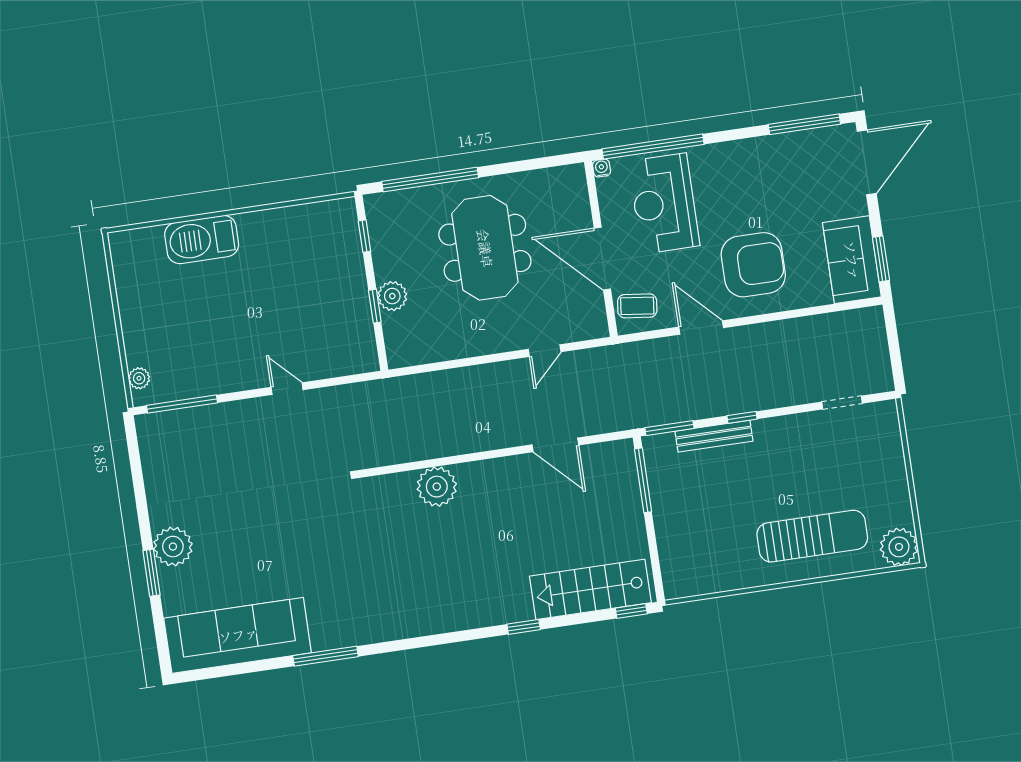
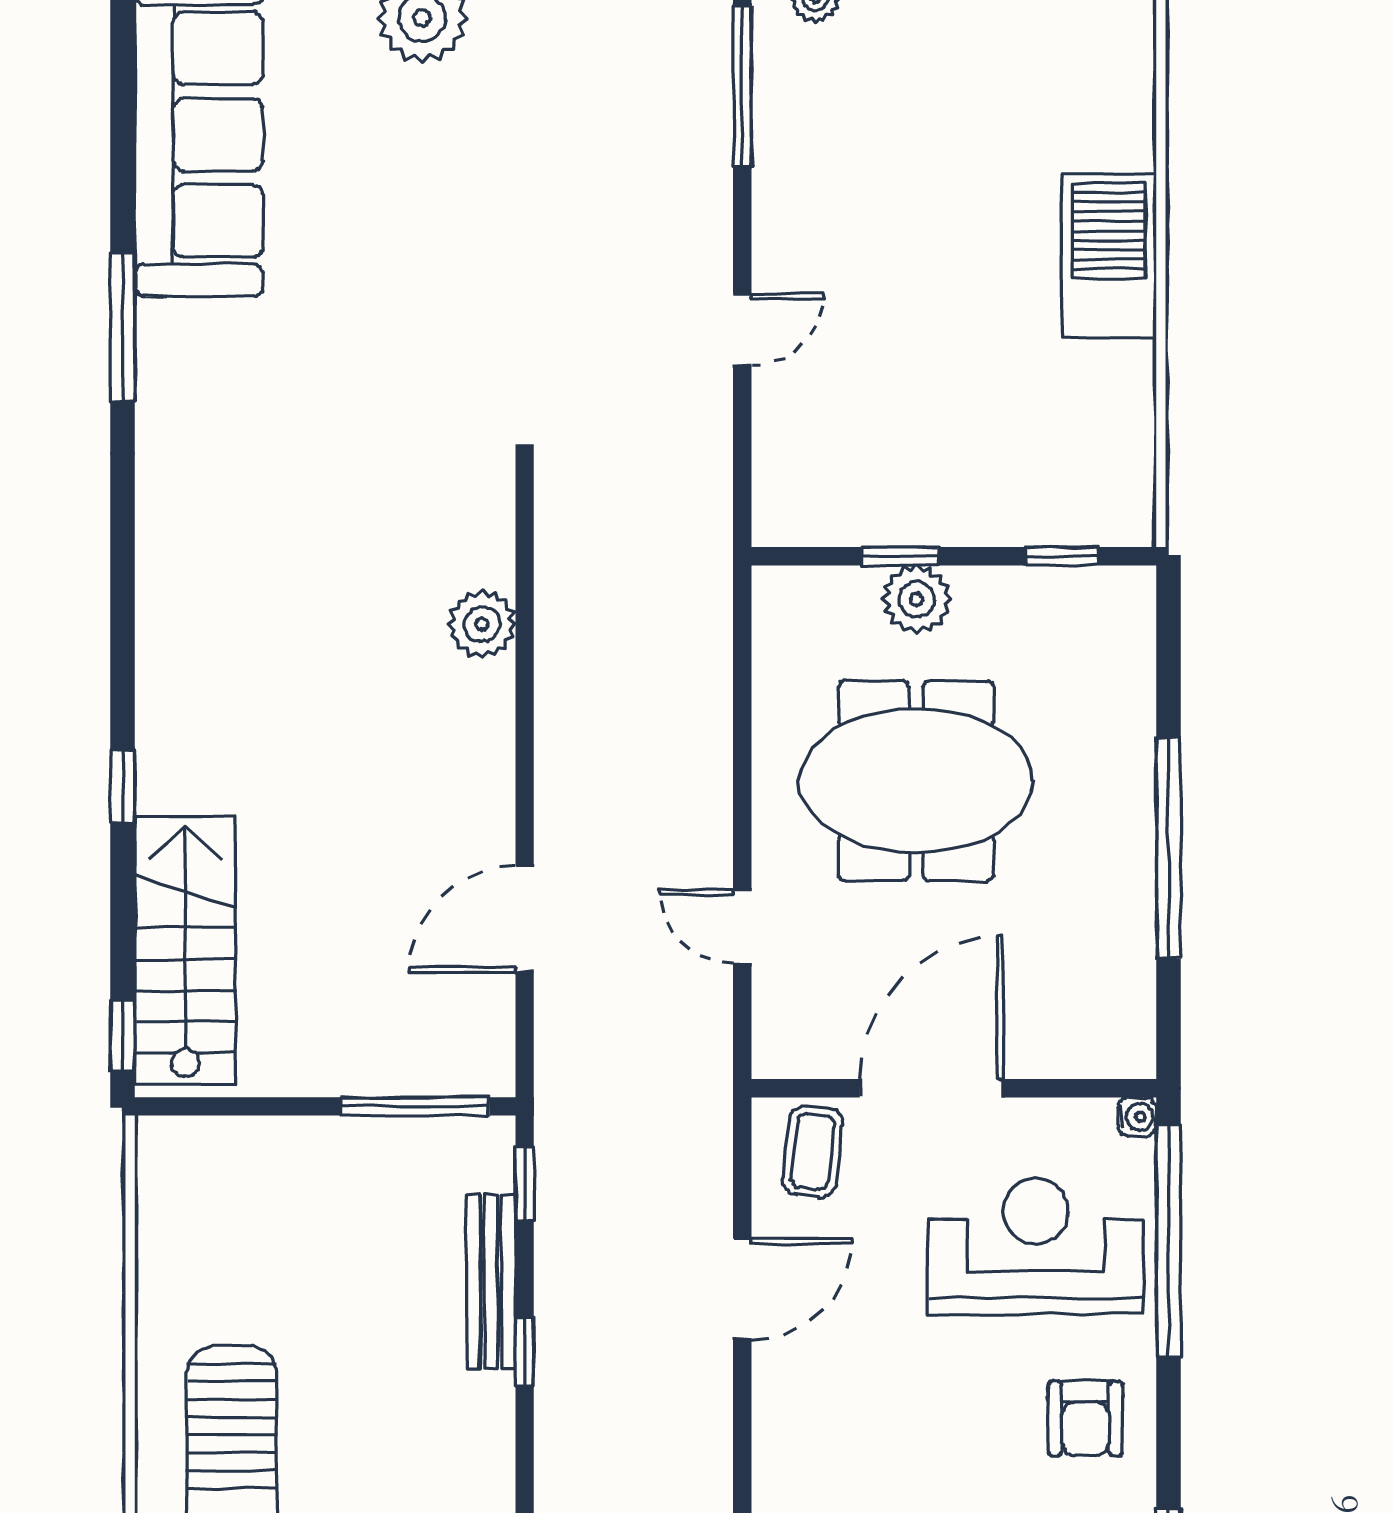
window: (430, 179) -> (1168, 848), moved
barbecue: (202, 240) -> (1109, 256), moved
meeting table: (485, 248) -> (916, 781), moved
armchair: (753, 265) -> (1085, 1418), moved, width x0.53, depth x0.53
window: (669, 428) -> (525, 1184), width x0.67
plant: (437, 487) -> (482, 624), width x0.73, depth x0.73

